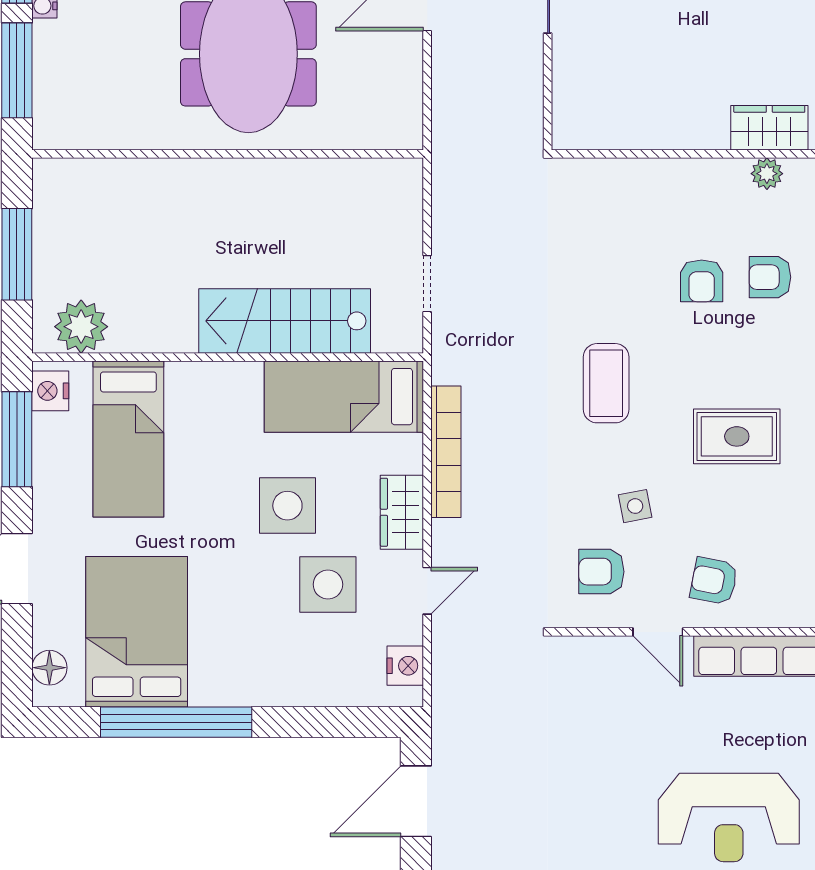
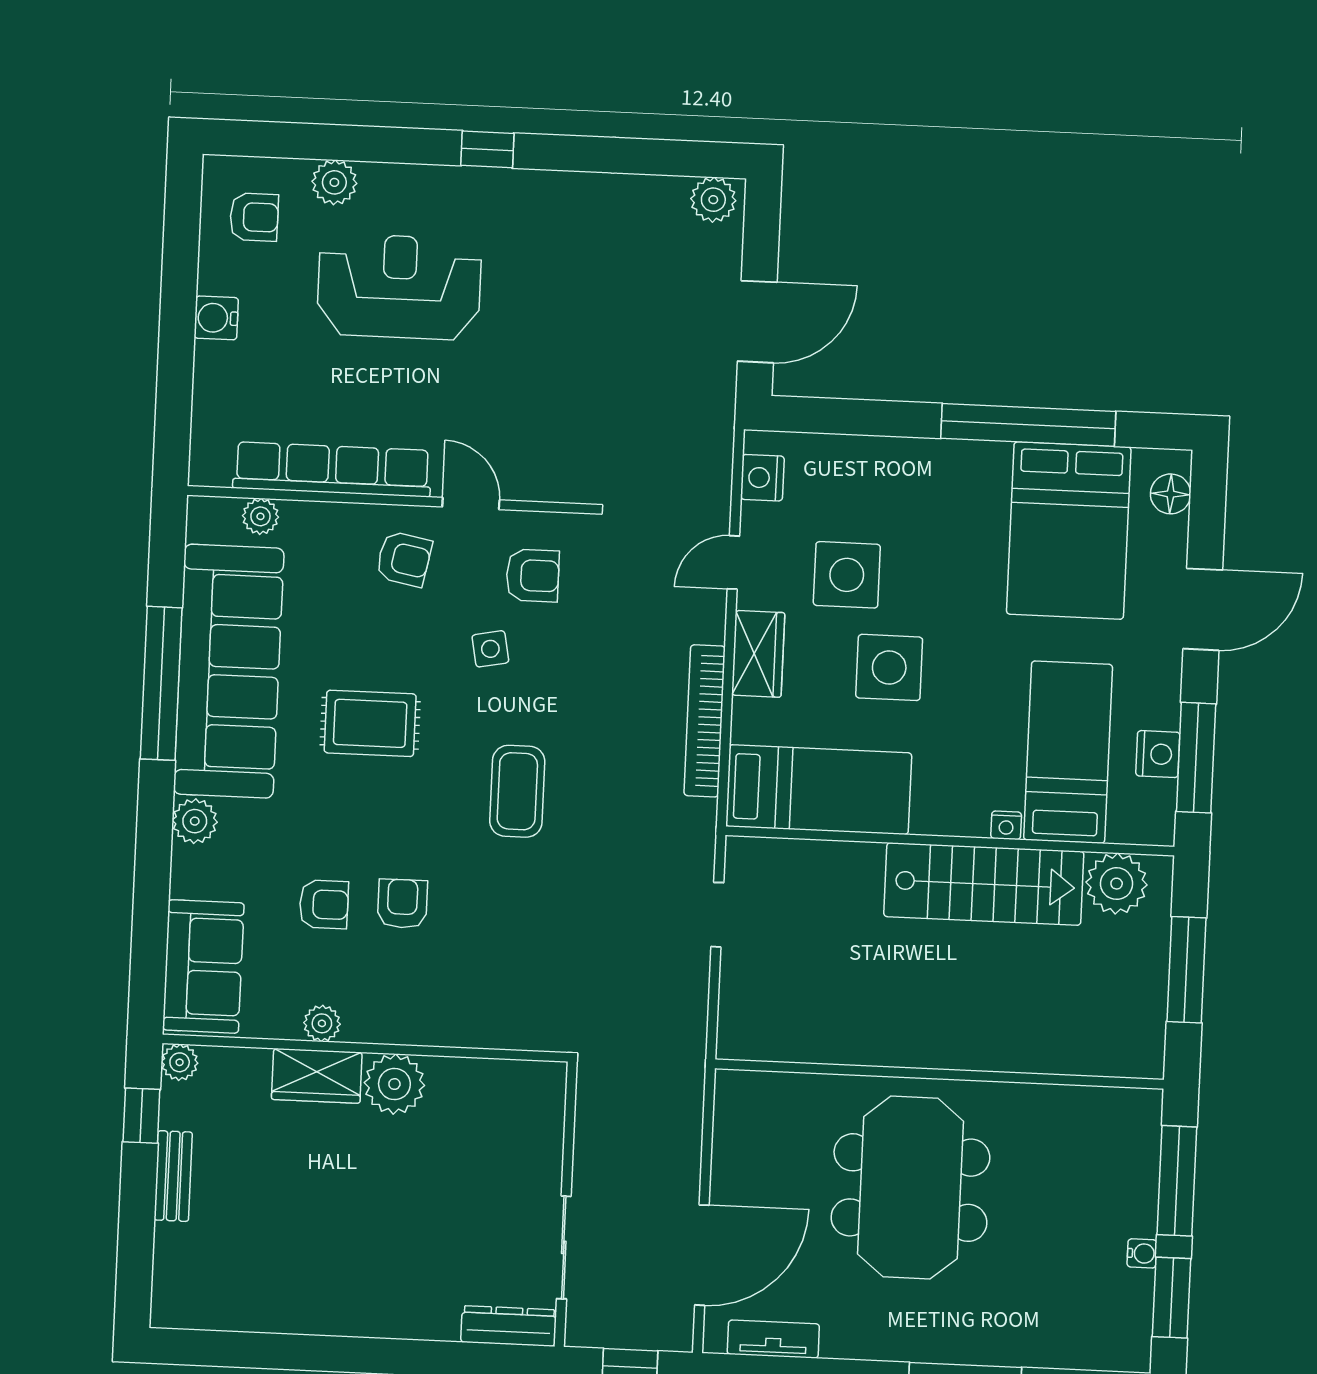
plant: (701, 124) -> (394, 1084), added
stairs: (285, 321) -> (984, 884), moved
nightstand: (179, 373) -> (1006, 825), added
nightstand: (50, 391) -> (1158, 754), moved

